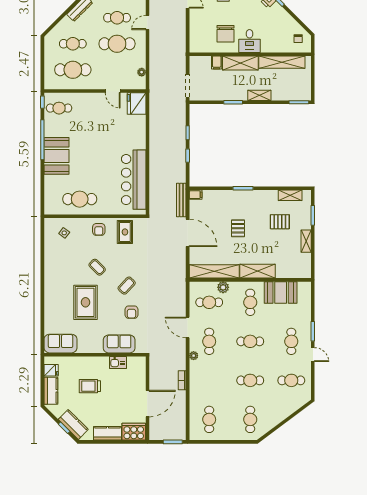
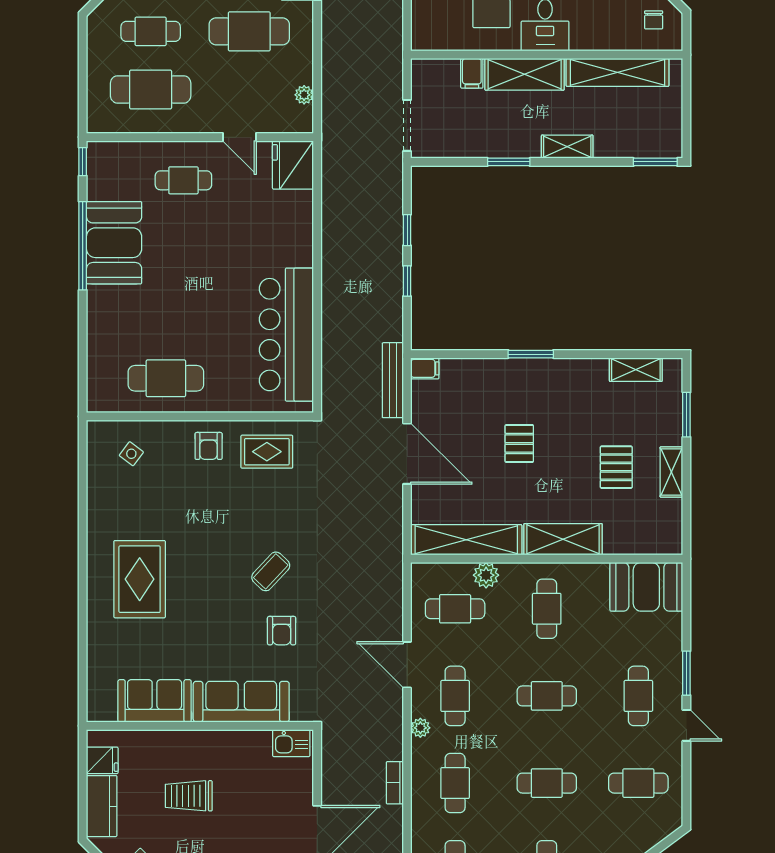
cafe table: (59, 108) -> (183, 180), moved
booth: (56, 156) -> (114, 243), moved
pallet: (280, 222) -> (616, 467), moved, turned 90
rug: (125, 232) -> (267, 452), turned 90
coffee table: (97, 267) -> (205, 530), removed
booth: (281, 292) -> (646, 587), moved
rug: (86, 302) -> (140, 579), moved
sofa: (61, 344) -> (155, 701), moved
sofa: (119, 344) -> (241, 702), width x1.36
kitchen sink: (118, 362) -> (291, 743), moved
cafe table: (209, 380) -> (455, 783), added

